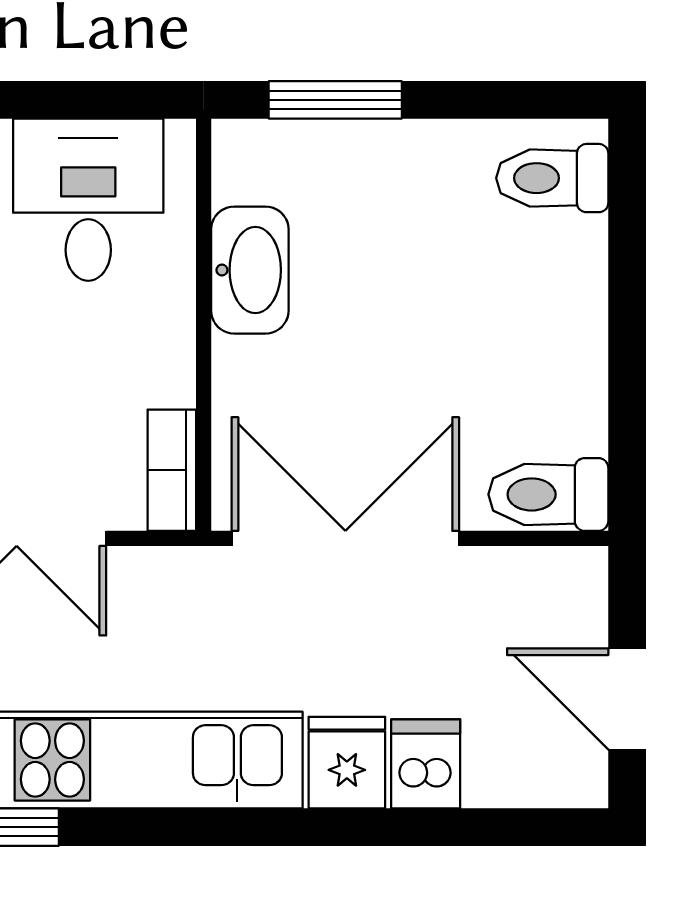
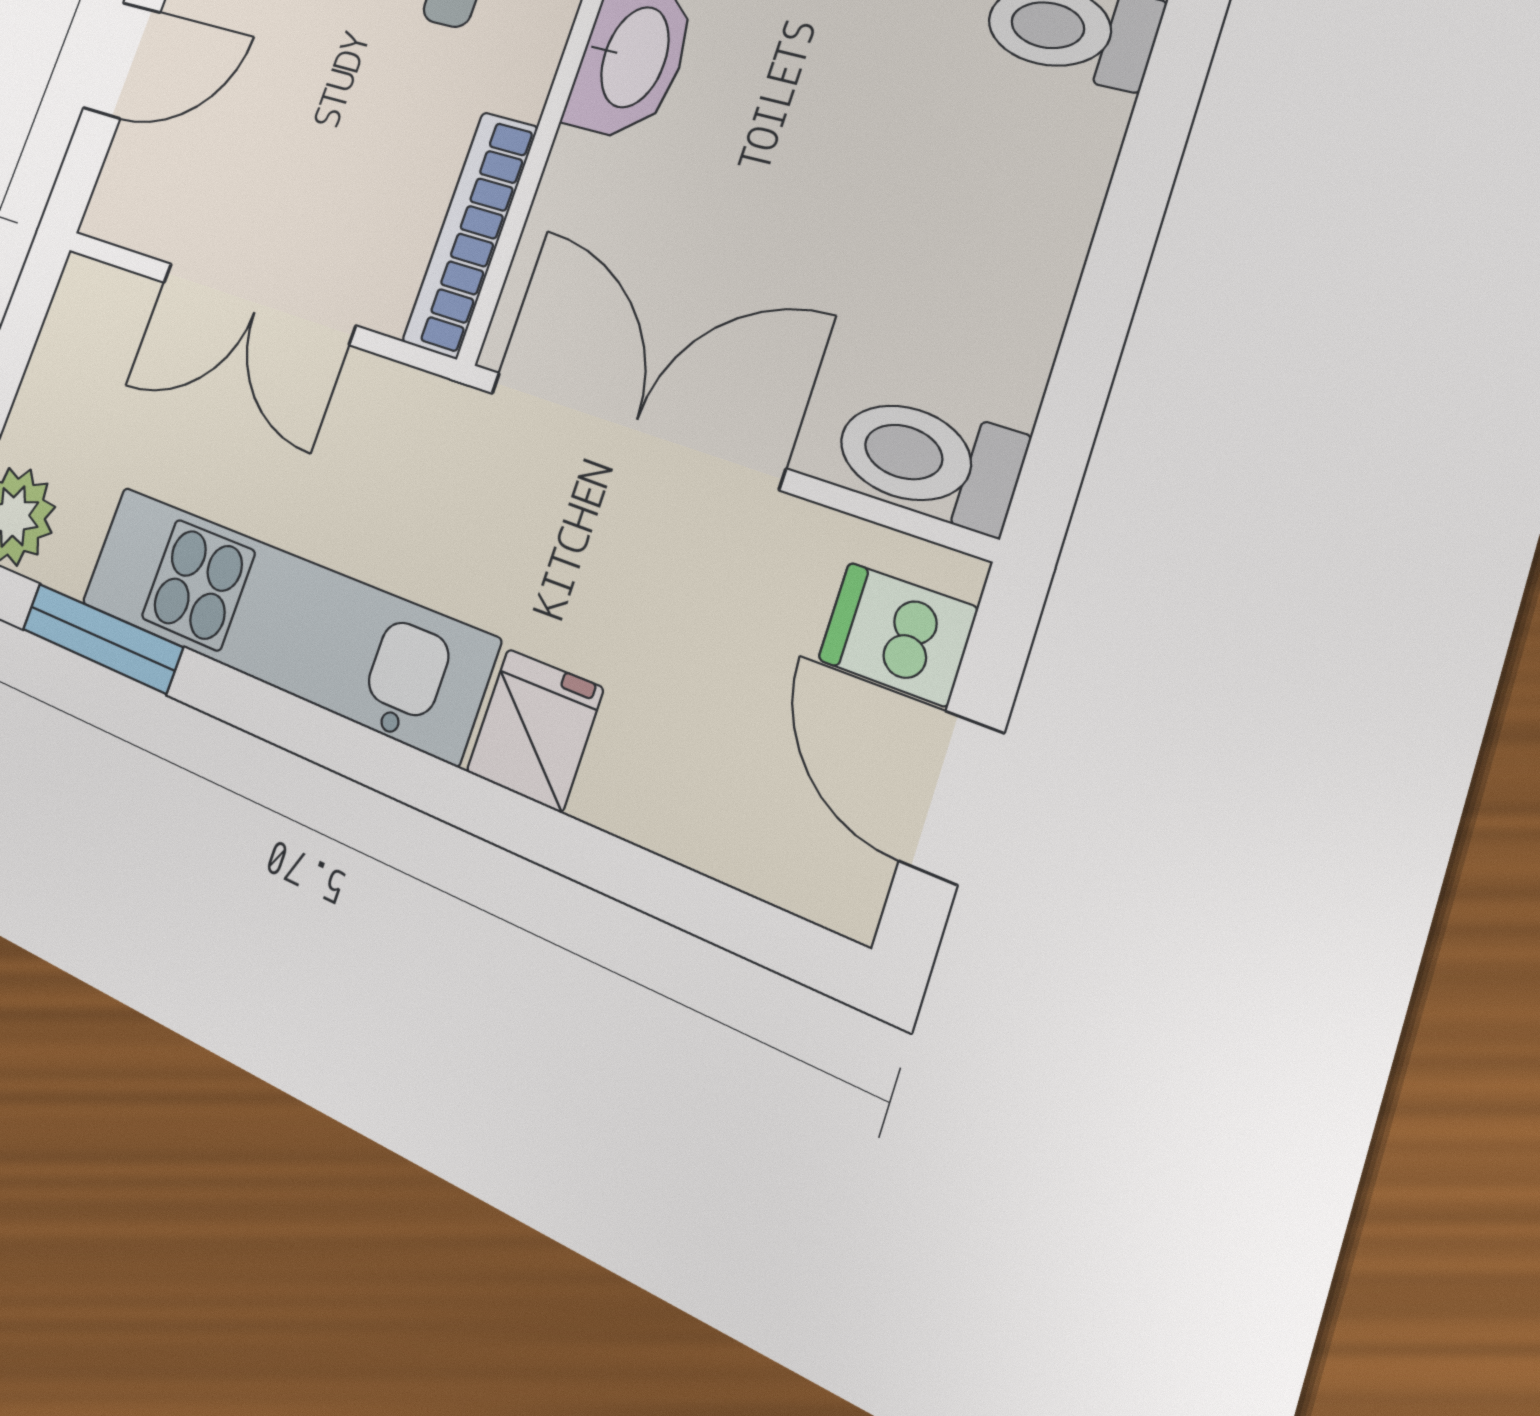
bookcase: (172, 470) -> (470, 234), width x1.56
dishwasher: (426, 764) -> (897, 634), moved, turned -90

